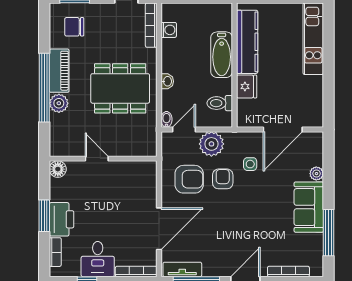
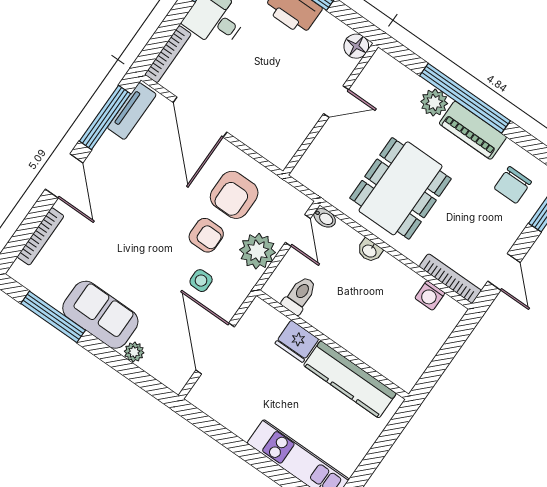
chair: (74, 27) -> (513, 185), turned 180
bathtub: (222, 55) -> (356, 338), removed

